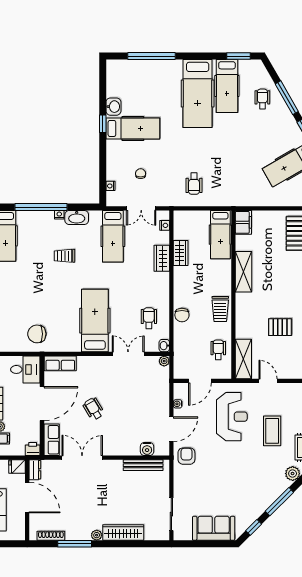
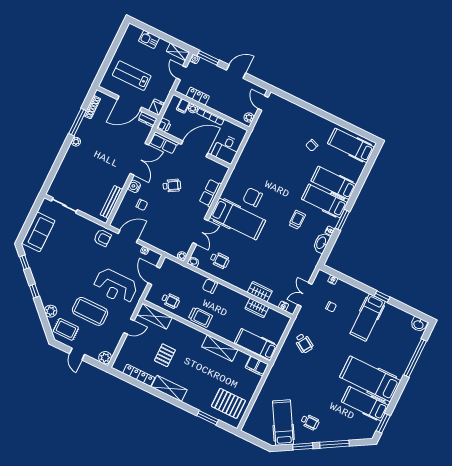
wheelchair: (262, 99) -> (310, 422), moved
washbasin: (113, 107) -> (419, 324), moved
wheelchair: (194, 184) -> (304, 343), turned -148
window: (41, 207) -> (342, 220), width x0.47
hospital bed: (113, 236) -> (324, 201), moved
trolley: (220, 309) -> (200, 317), turned 180
chair: (37, 334) -> (253, 197), moved, turned -90
row of seats: (60, 363) -> (210, 193), moved
door: (42, 404) -> (195, 149), swing flipped
door: (171, 429) -> (128, 236), swing flipped
chair: (130, 431) -> (142, 205), added
coffee table: (272, 431) -> (90, 311), width x1.36, depth x1.32
water cooler: (147, 449) -> (134, 186), moved
window: (279, 502) -> (34, 291), width x0.46
wardrobe: (123, 533) -> (68, 163), removed

